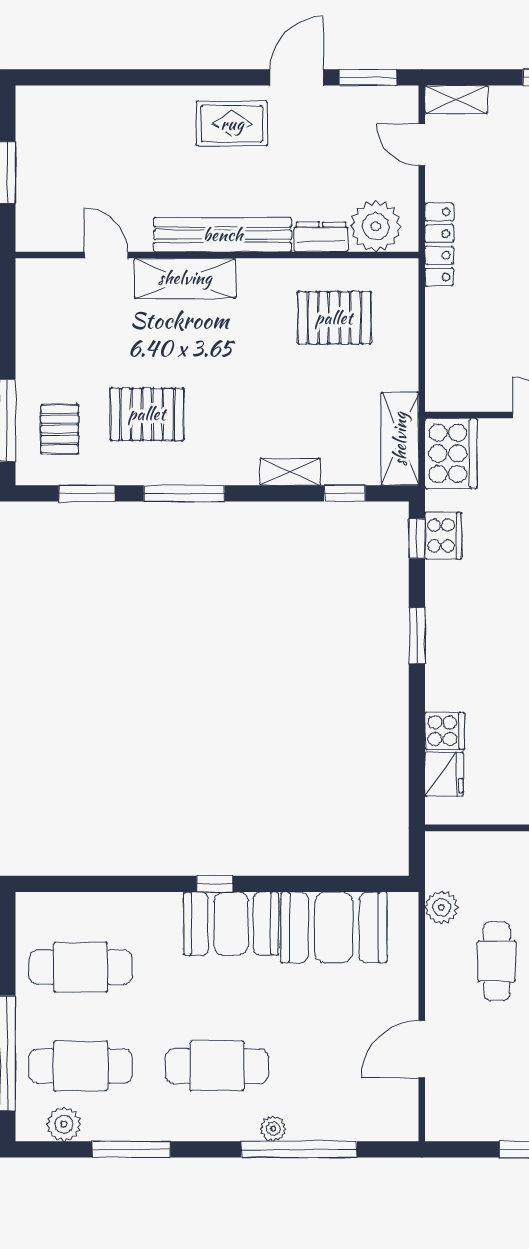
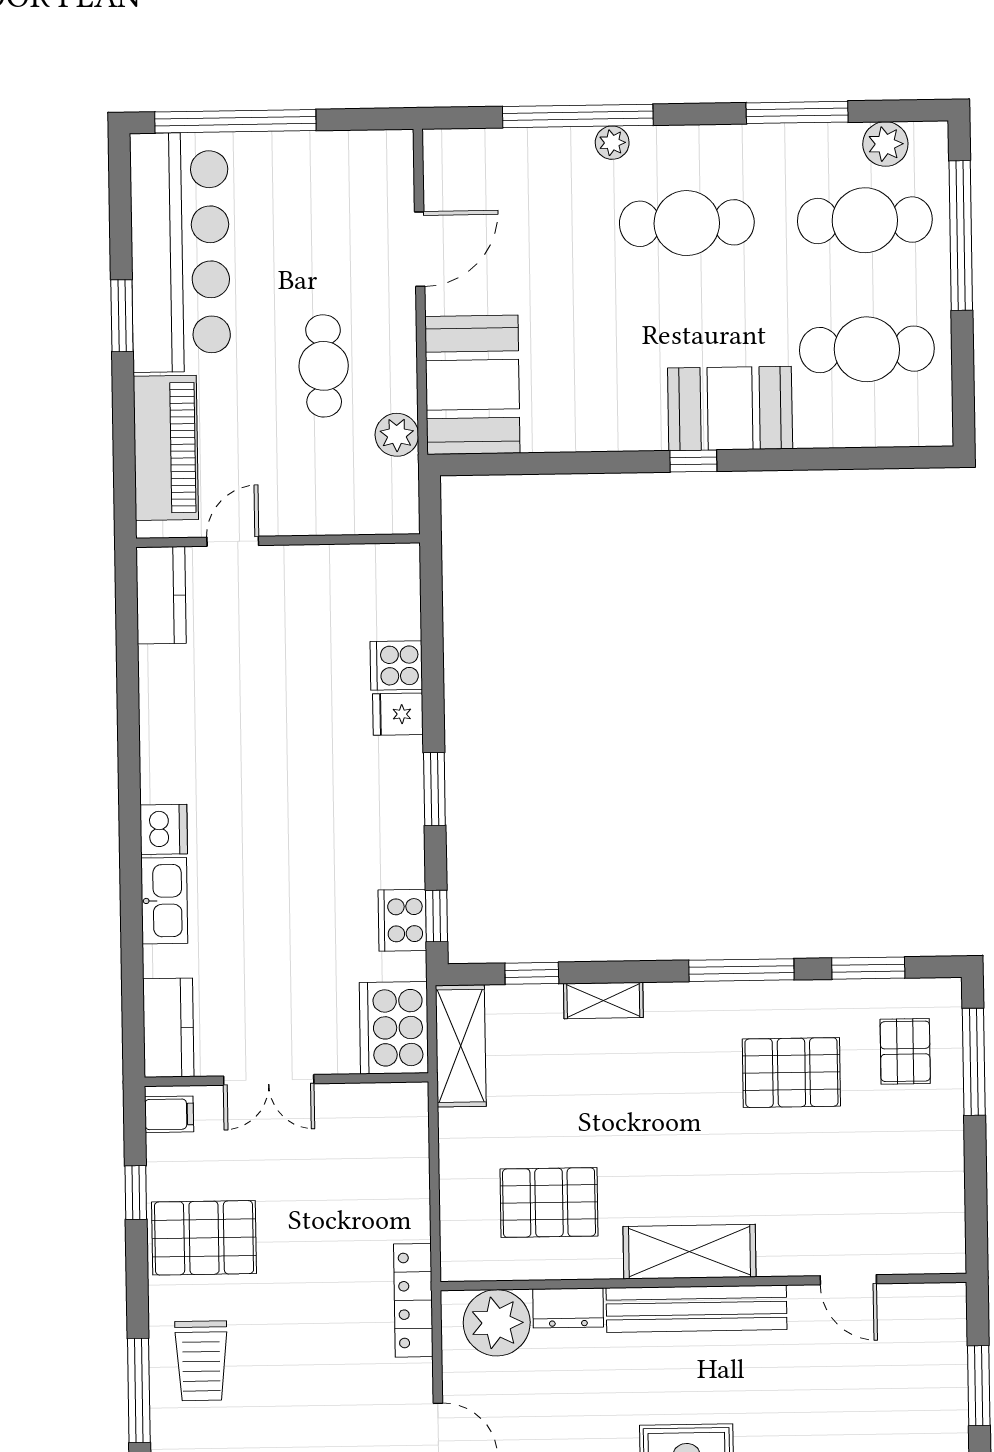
shelving: (185, 278) -> (690, 1252), moved
fridge: (444, 774) -> (398, 714), moved, width x0.72
booth: (231, 924) -> (730, 408), moved
booth: (334, 927) -> (472, 385), moved, turned 90

